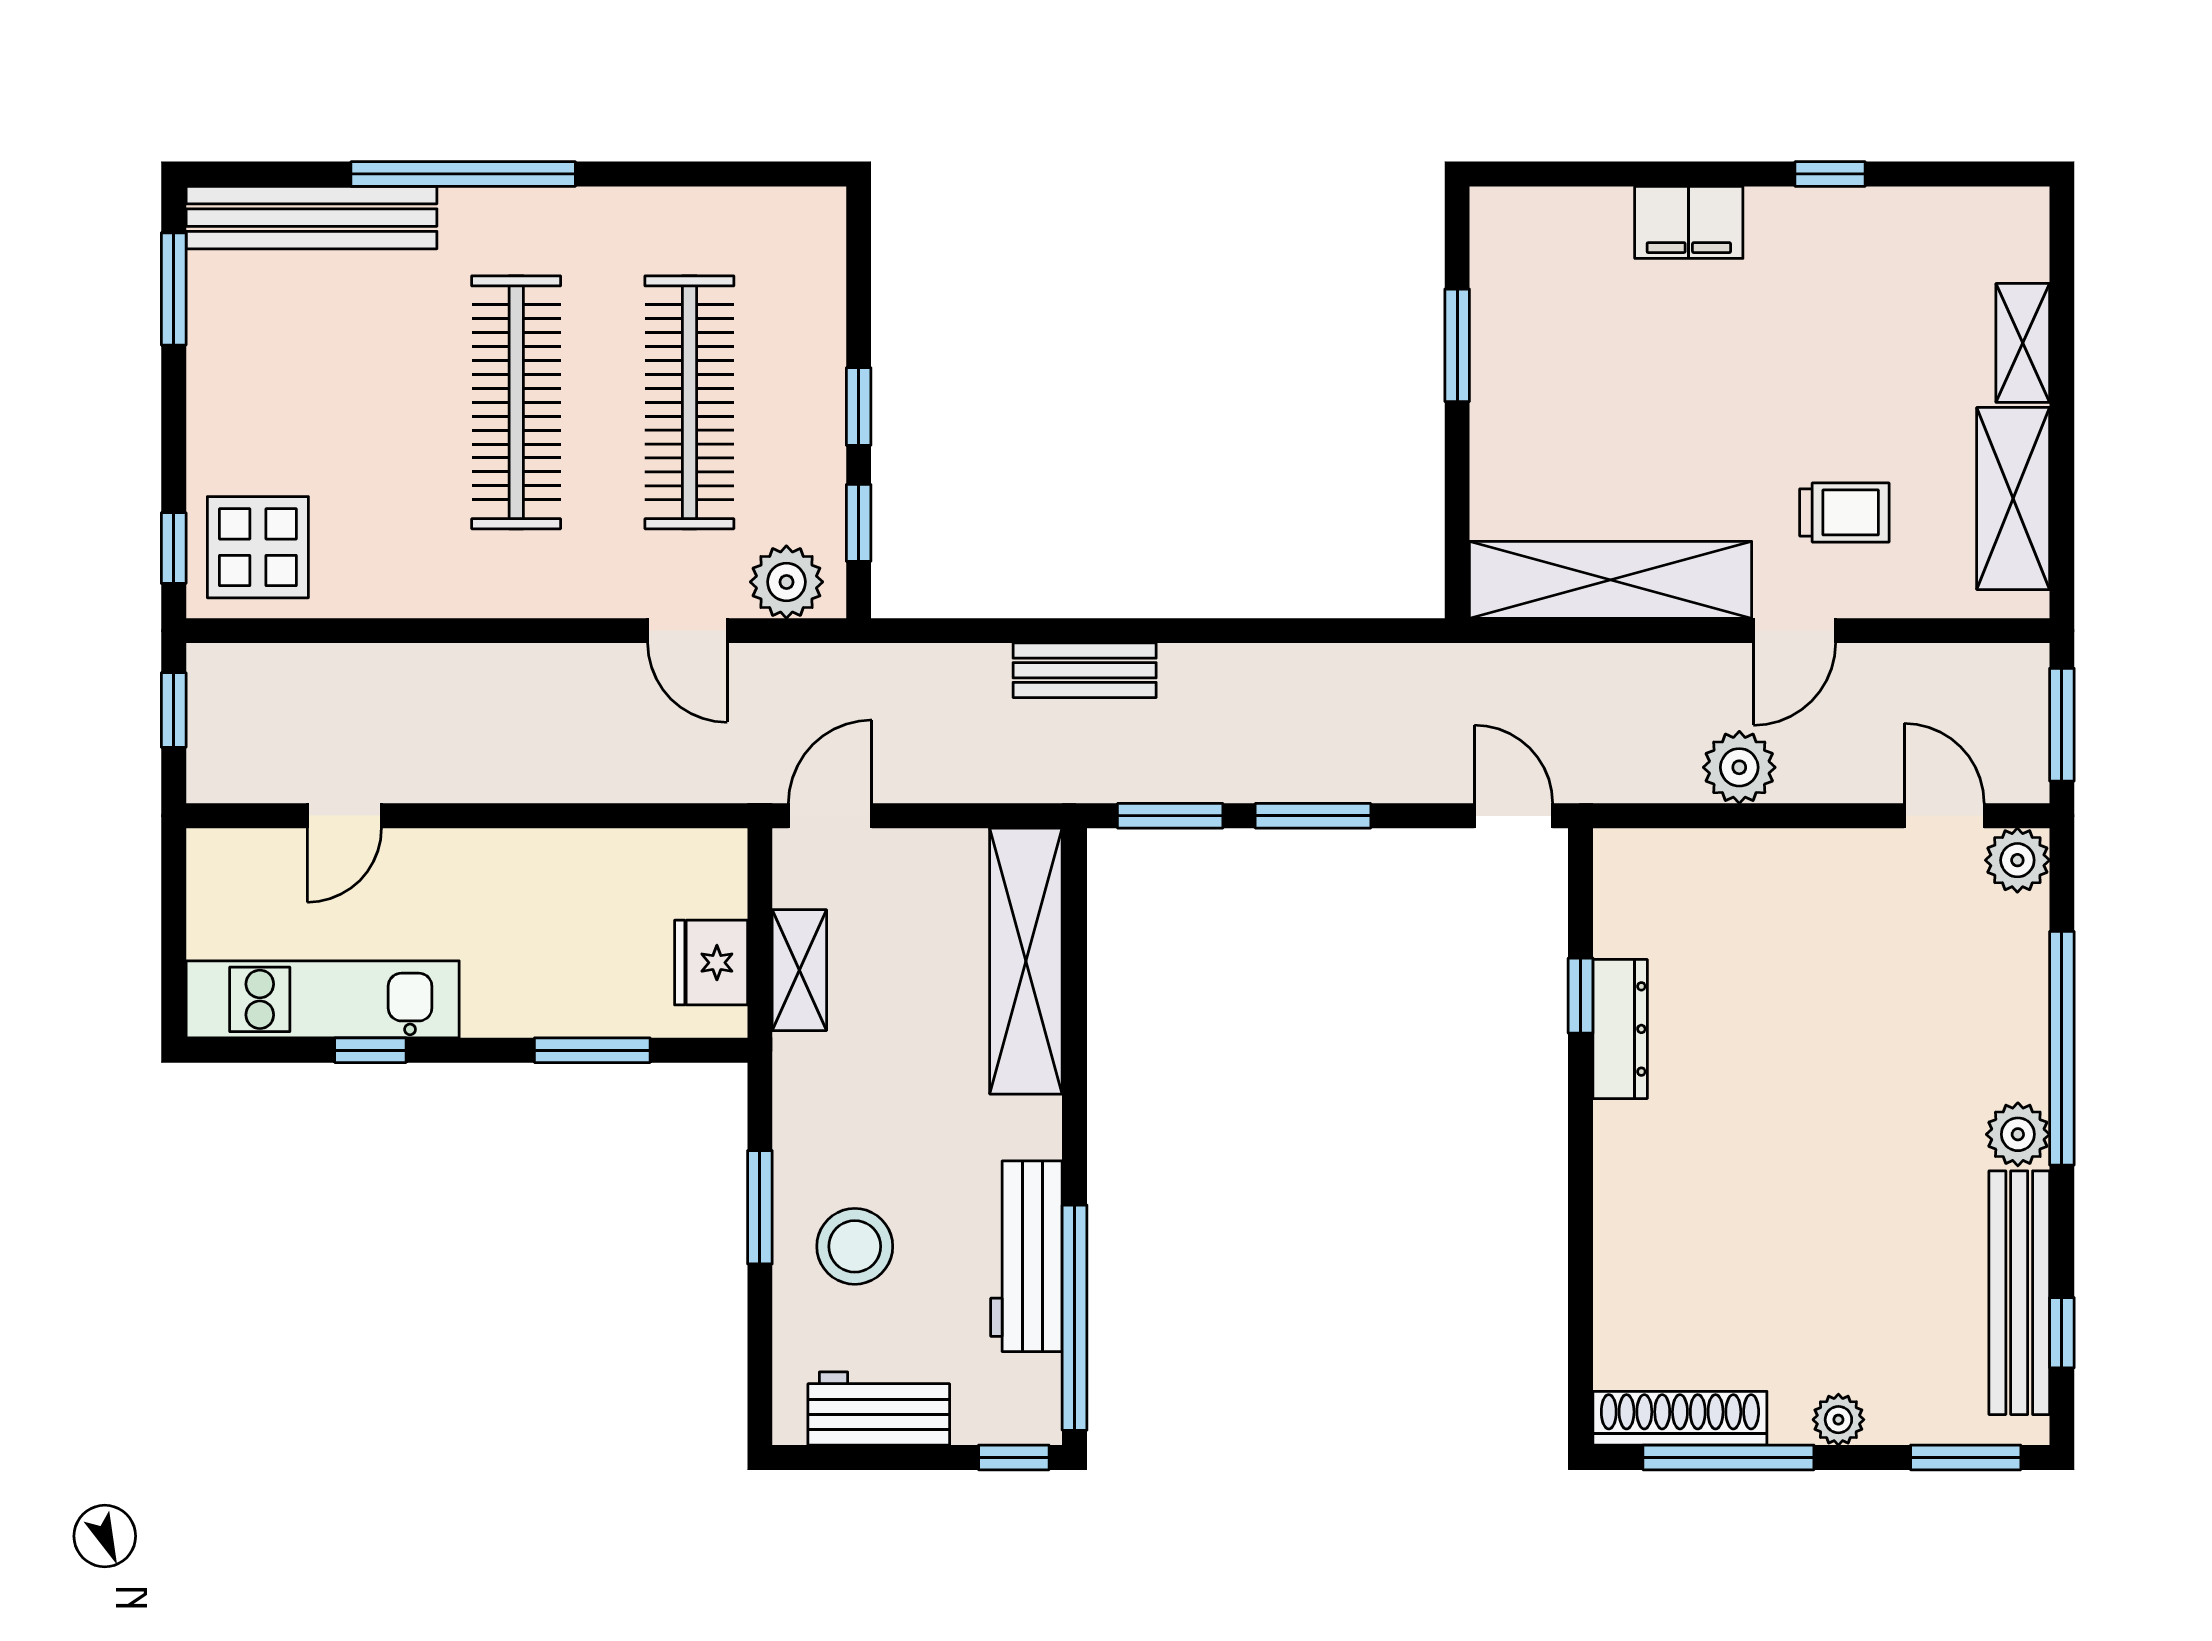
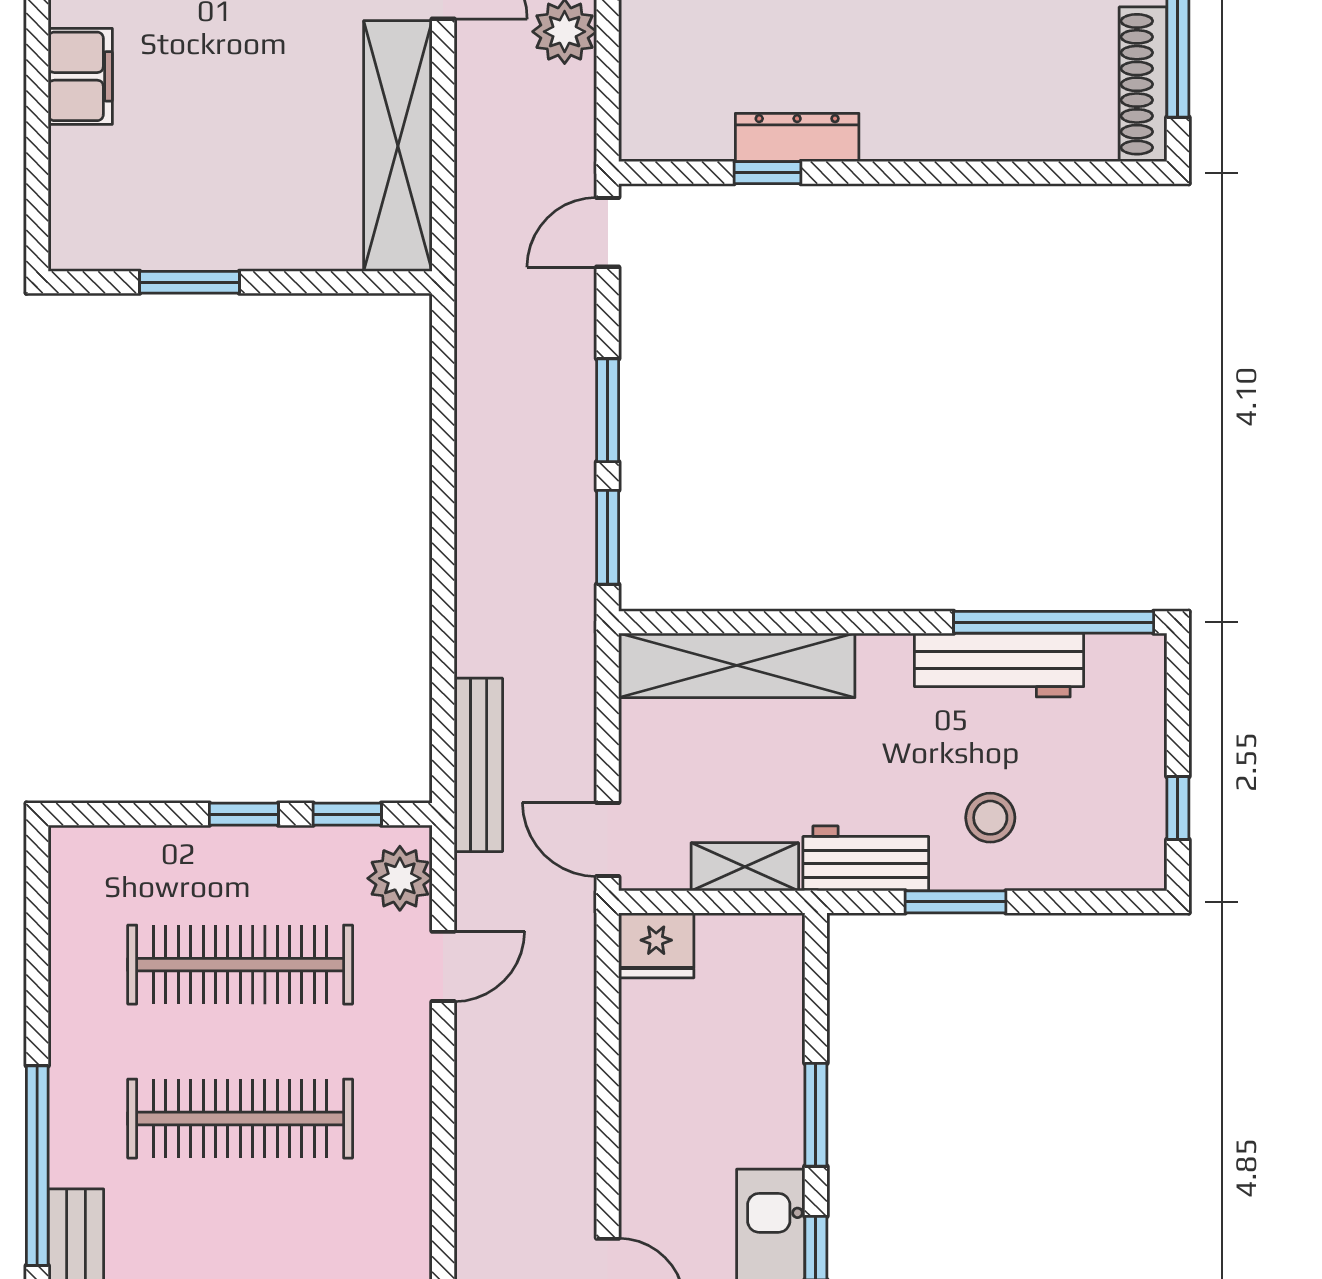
bench: (1085, 670) -> (478, 765), moved, width x1.36
fridge: (711, 963) -> (656, 945), moved
window: (592, 1050) -> (816, 1115), moved
stool: (855, 1246) -> (990, 818), width x0.73, depth x0.73
workbench: (879, 1409) -> (866, 858), moved, turned 90
window: (1014, 1457) -> (1178, 808), moved

